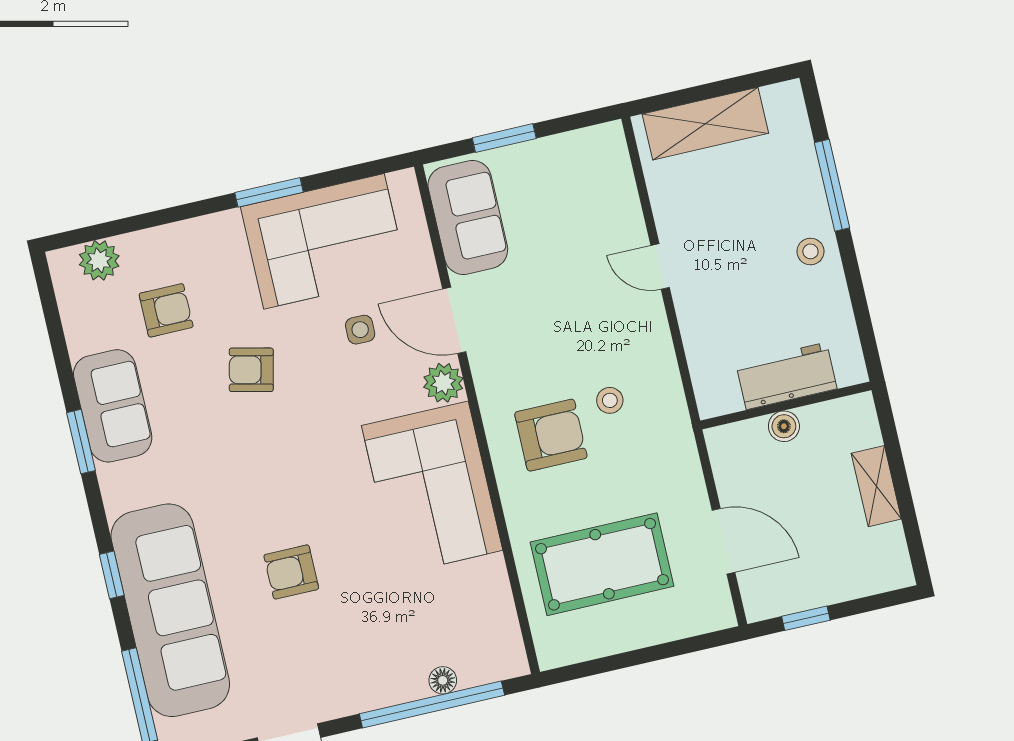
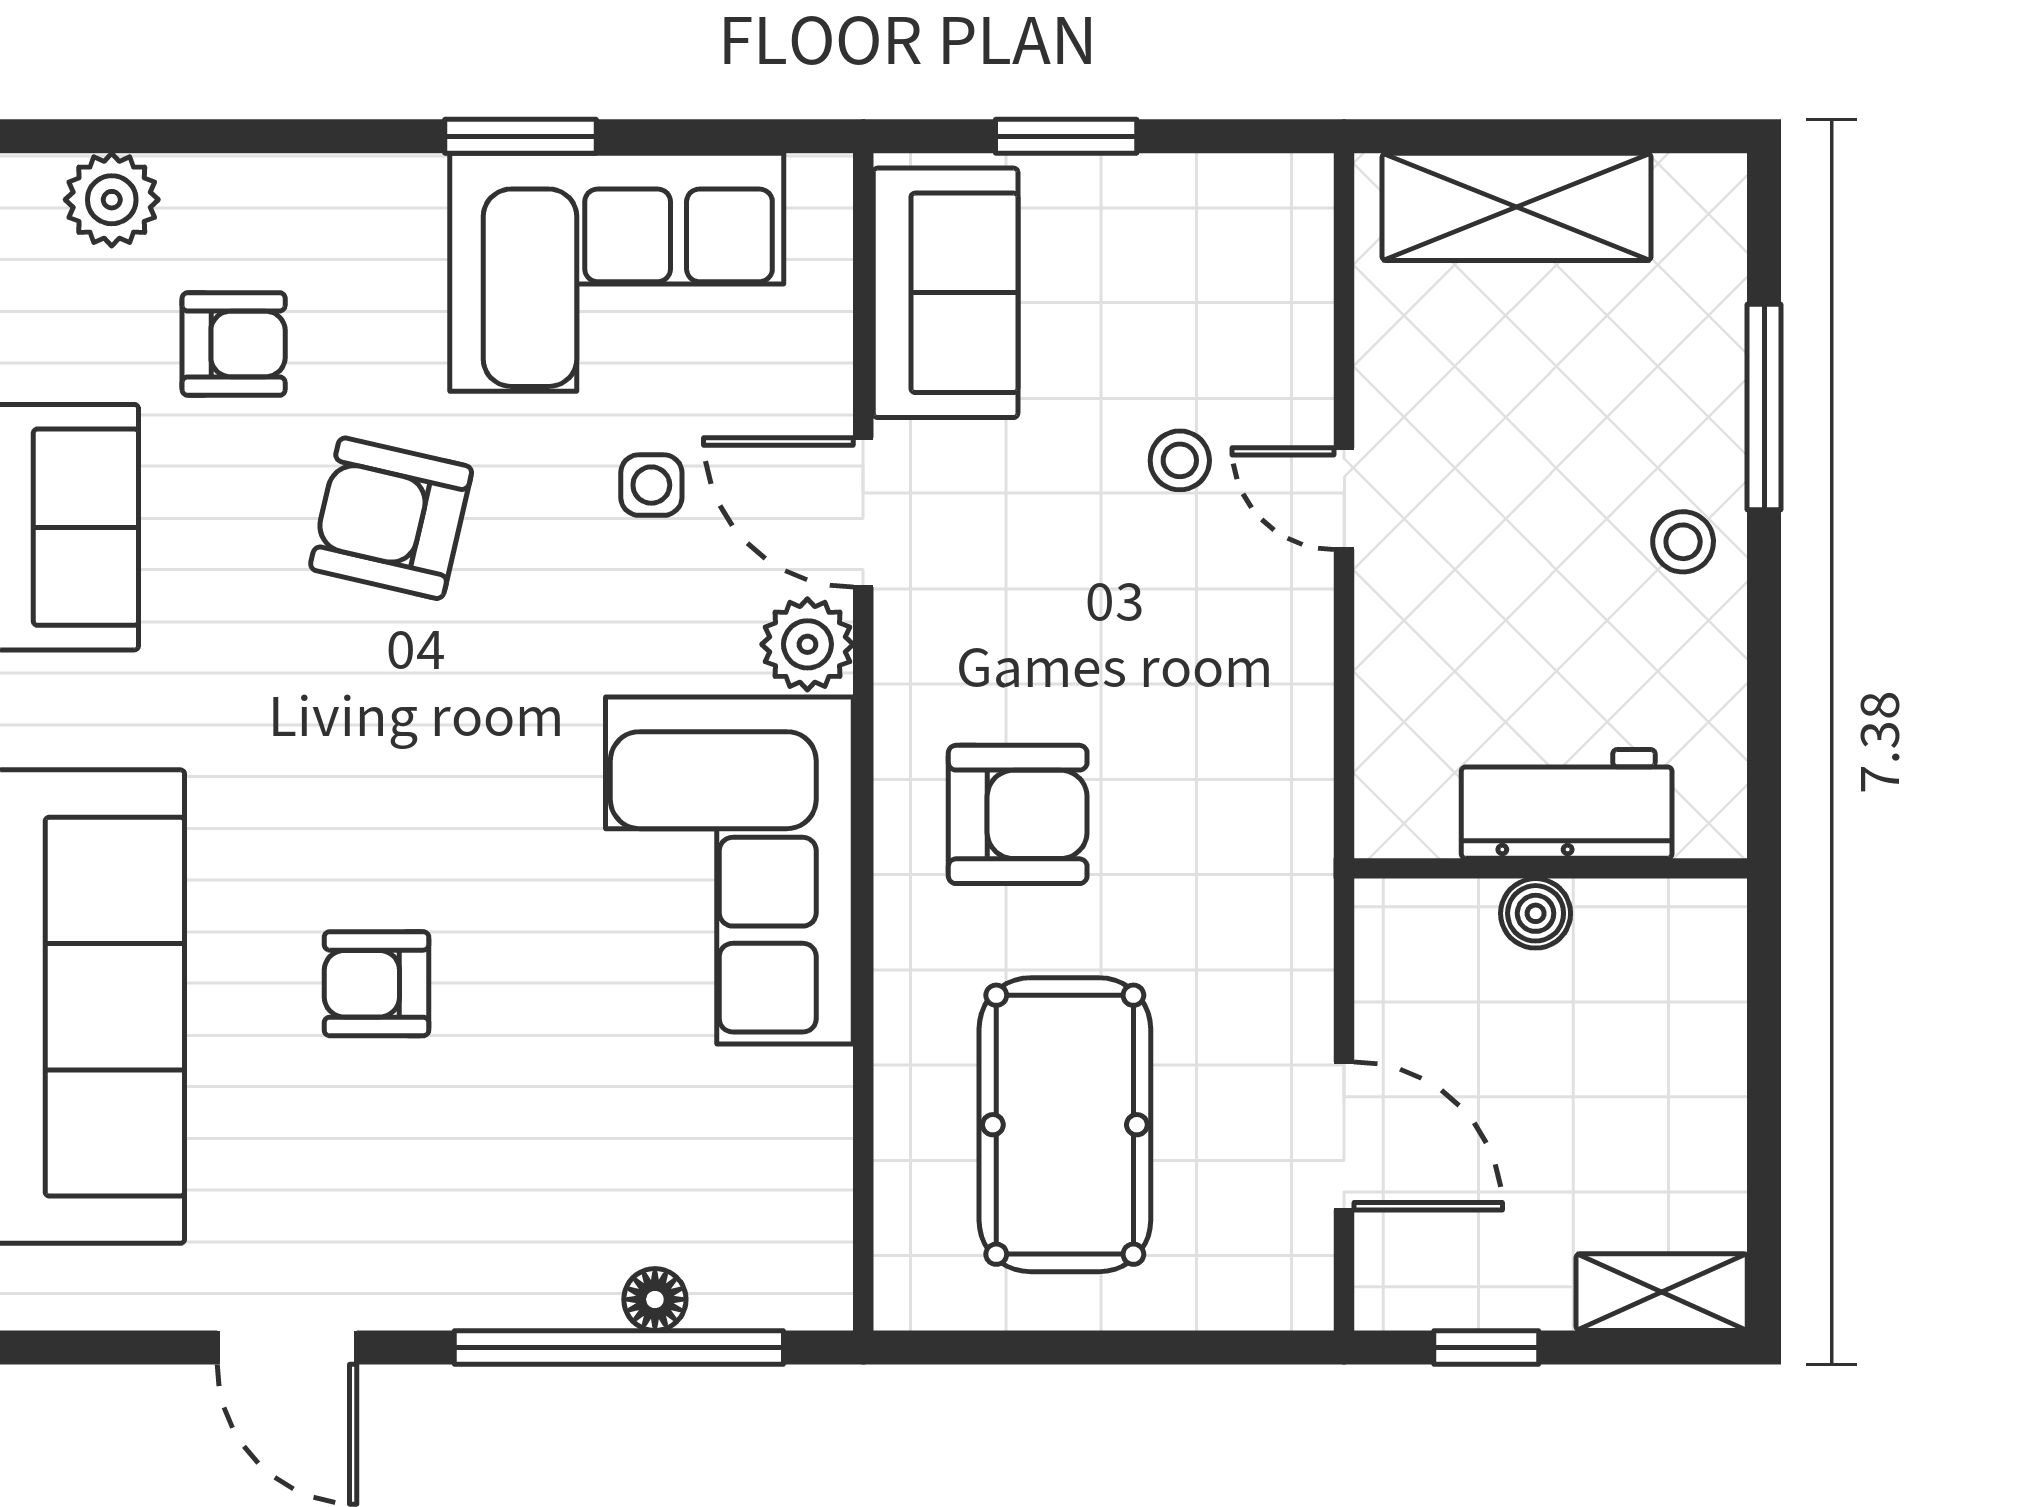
armchair: (251, 370) -> (391, 518), width x1.38, depth x1.38
stool: (610, 400) -> (1180, 460), moved
shelving: (876, 486) -> (1662, 1292), moved, turned 90
pool table: (602, 564) -> (1065, 1125), turned 90

